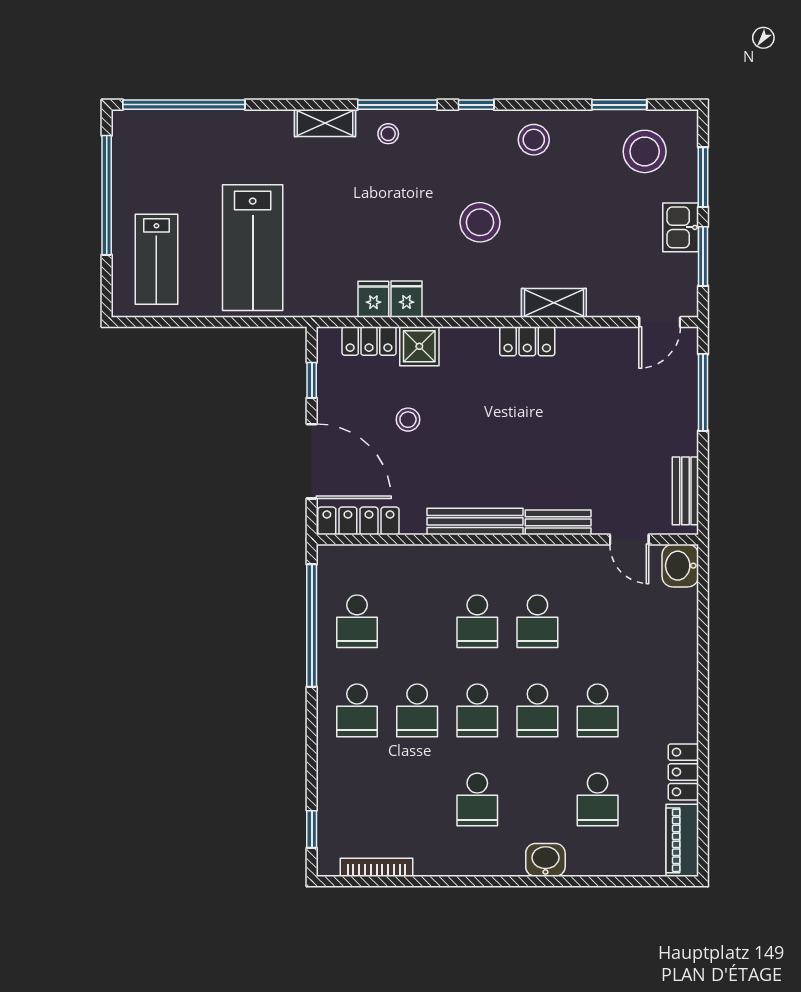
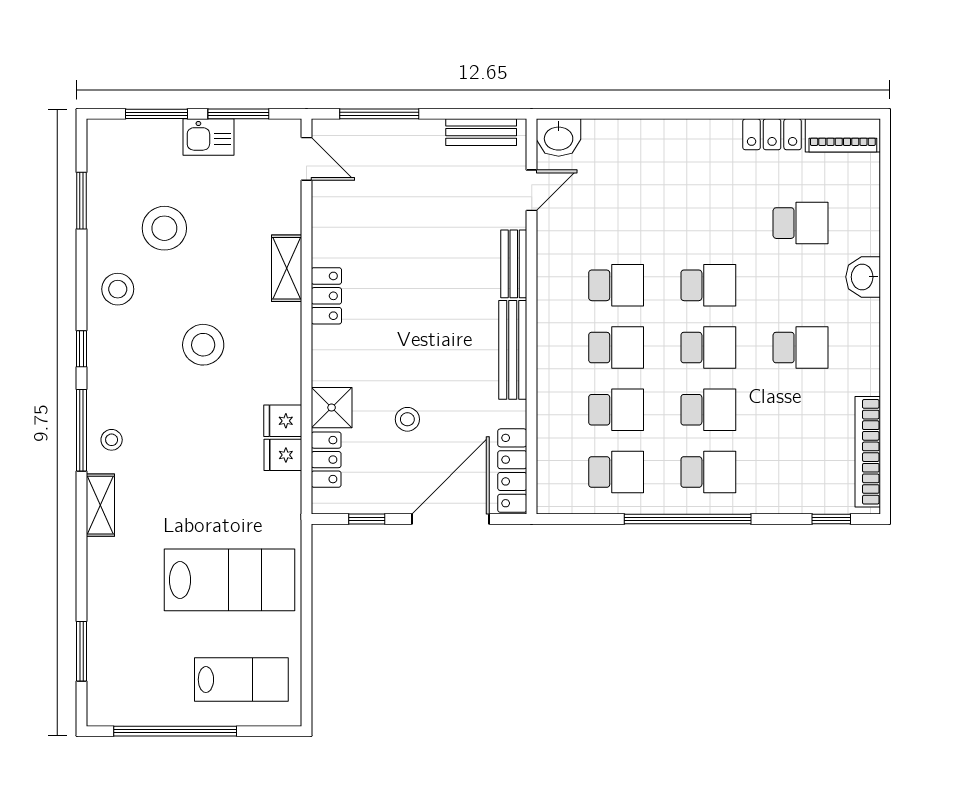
window: (184, 105) -> (81, 651), width x0.47
stool: (645, 151) -> (164, 228), moved
window: (312, 626) -> (688, 519), moved
school desk: (598, 710) -> (616, 410), moved
bookcase: (377, 867) -> (868, 452), width x1.48, depth x1.31

